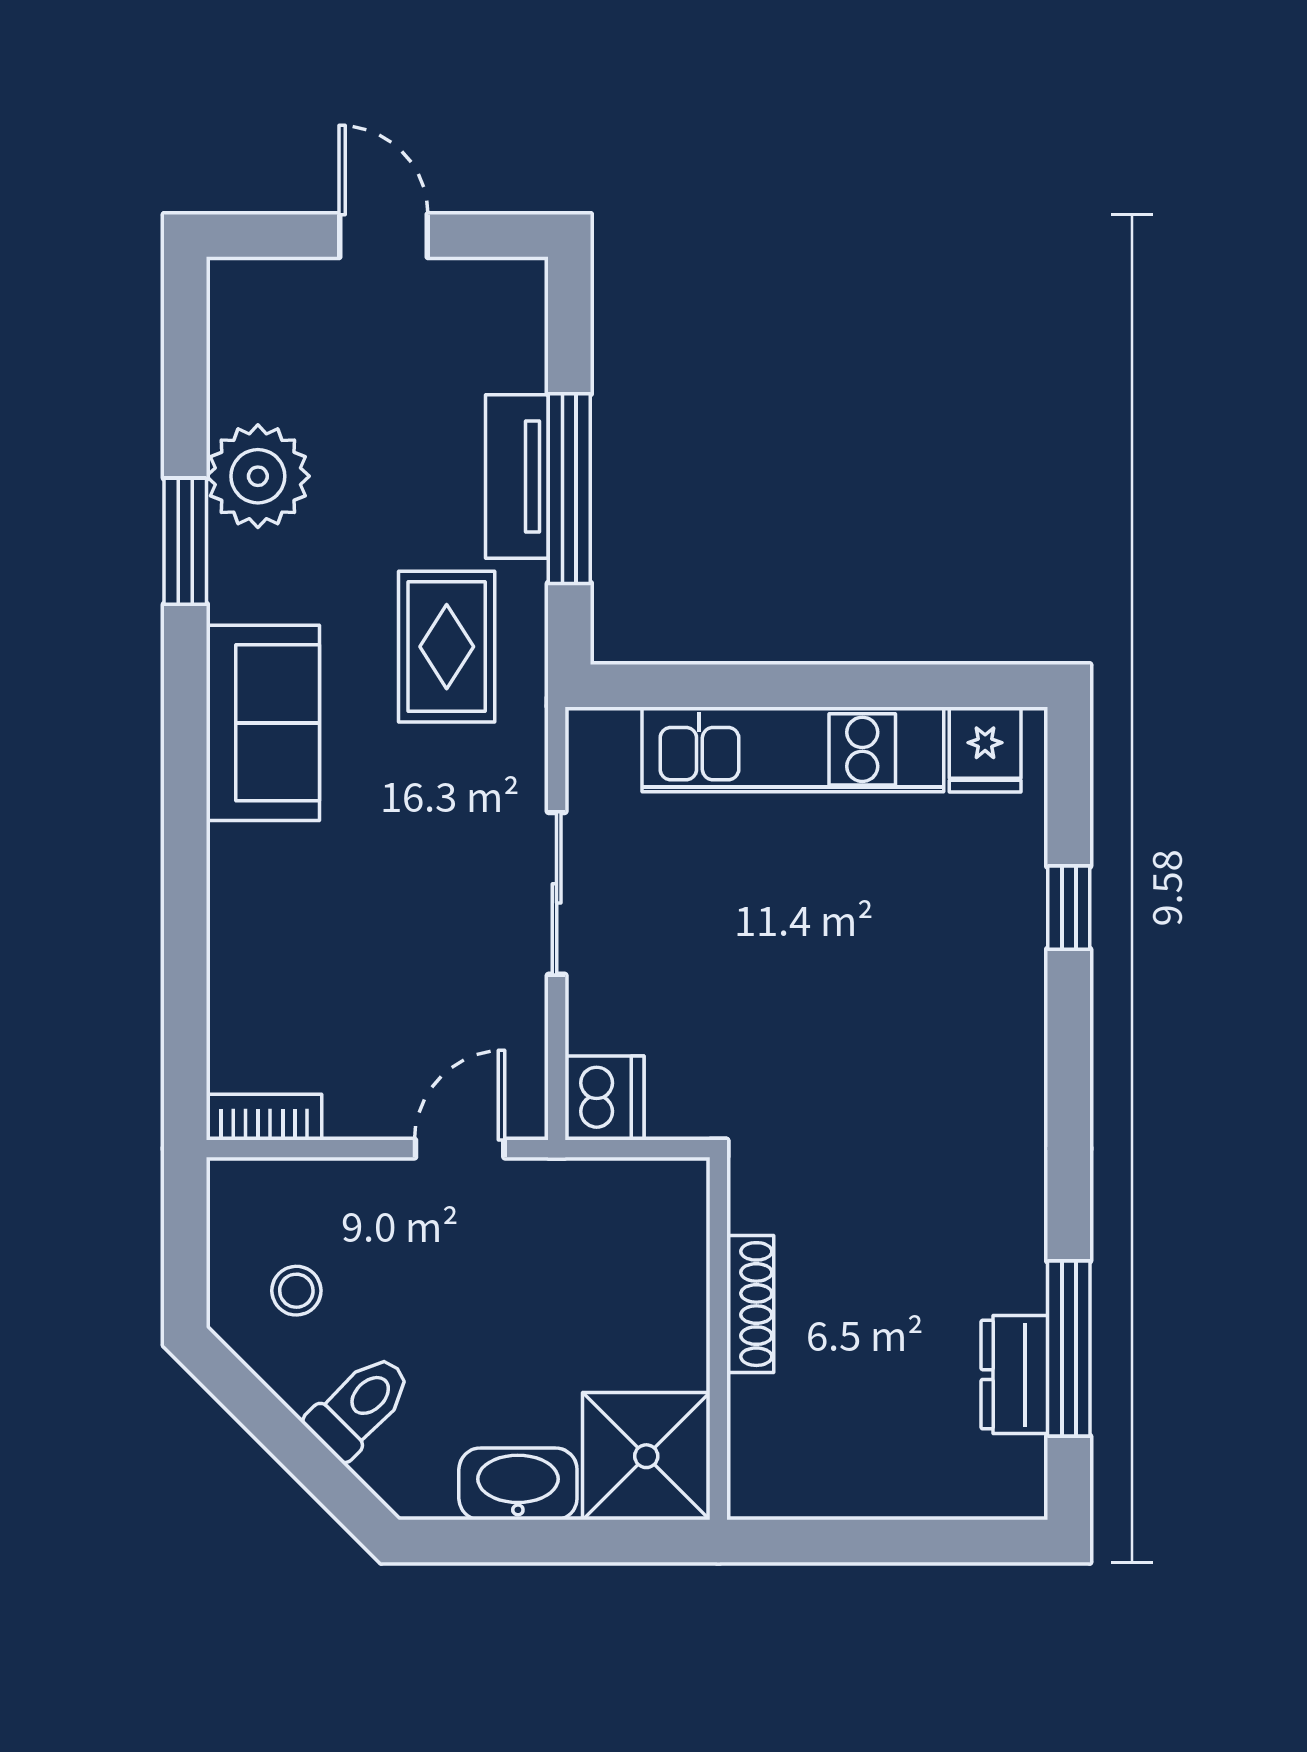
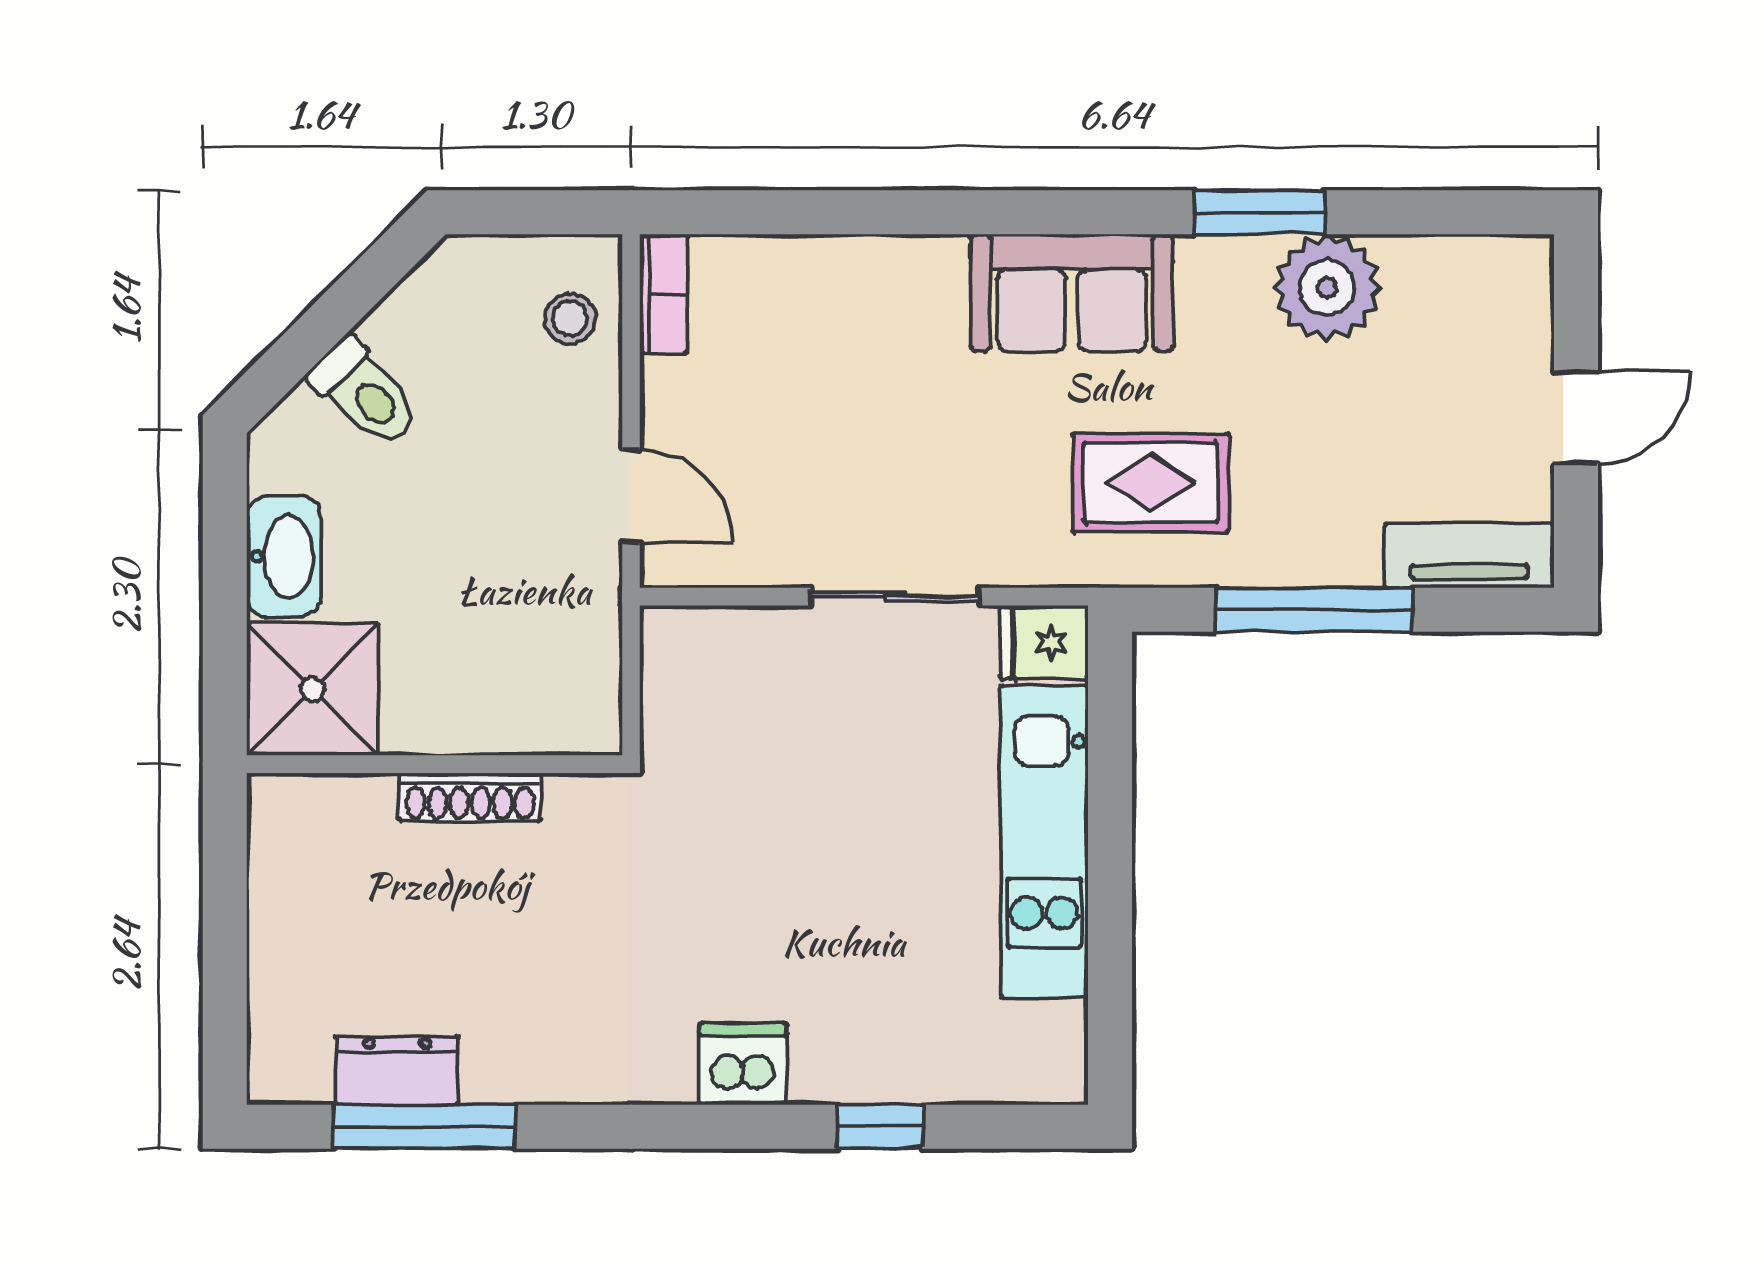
tv unit: (517, 477) -> (1469, 556), moved
fridge: (985, 749) -> (1044, 642), moved
dishwasher: (605, 1098) -> (743, 1064), moved, turned 180
stool: (296, 1291) -> (570, 318), moved

